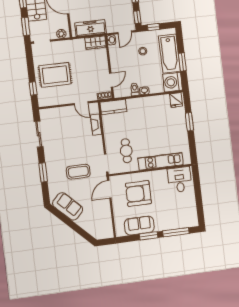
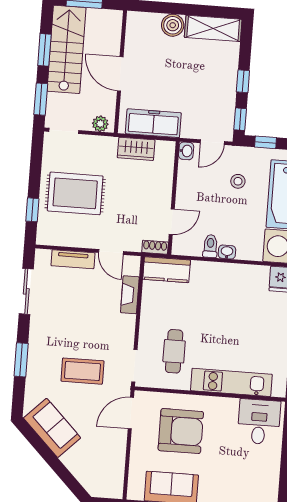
wardrobe: (95, 43) -> (136, 149), moved
tv unit: (61, 111) -> (73, 259), added
armchair: (138, 193) -> (181, 431), turned 180

